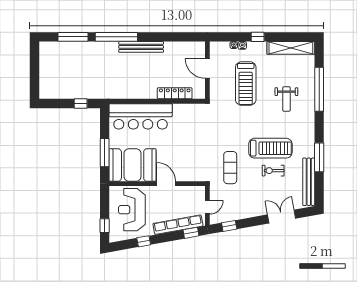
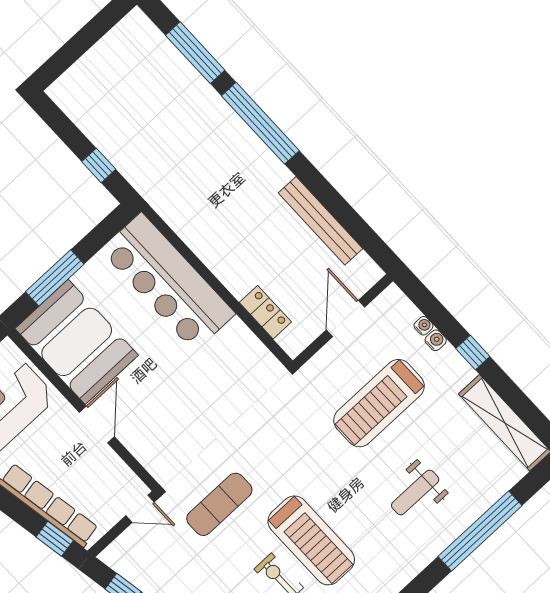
bench: (141, 47) -> (320, 221), moved
locker: (175, 93) -> (265, 312), width x0.66
door: (207, 207) -> (140, 509), moved

